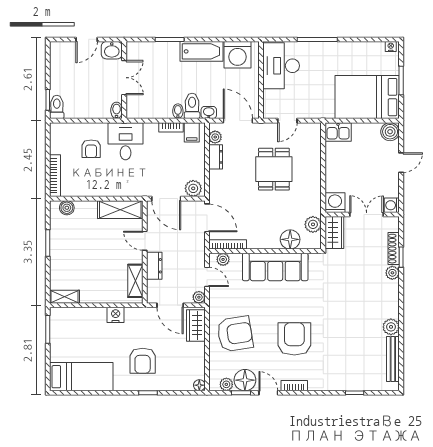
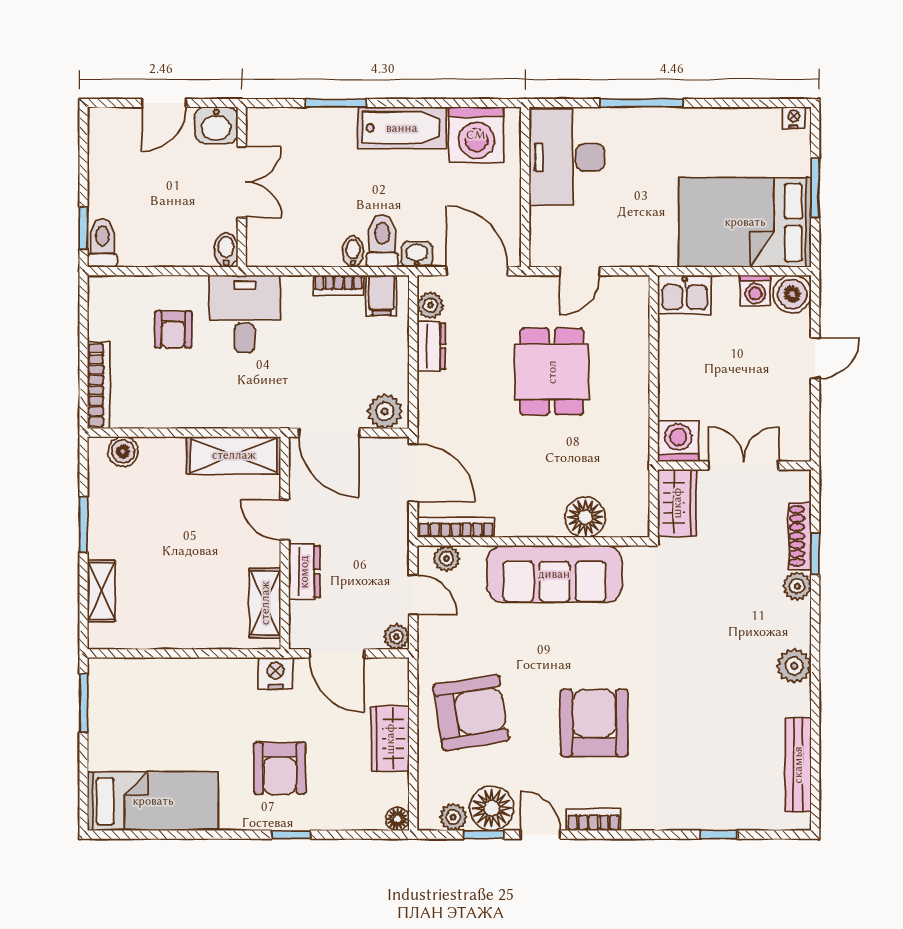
washing machine: (392, 205) -> (755, 290), moved, turned -90
plant: (313, 224) -> (633, 486), removed
shelving: (64, 297) -> (101, 591), moved, turned 90
nightstand: (116, 315) -> (275, 673), moved
wardrobe: (196, 325) -> (390, 739), moved
plant: (391, 327) -> (794, 666), moved

